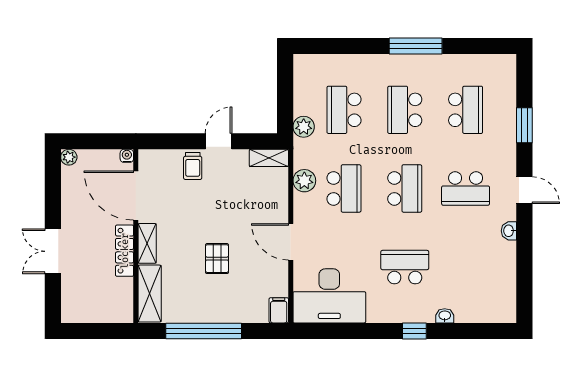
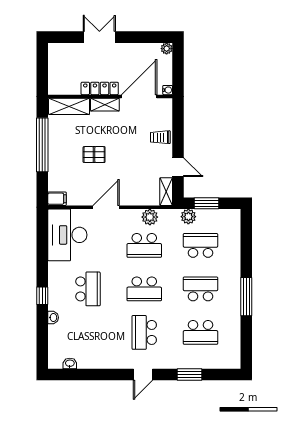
window: (285, 101) -> (207, 203), added
door: (219, 141) -> (178, 167), moved
washbasin: (509, 231) -> (70, 364), moved

